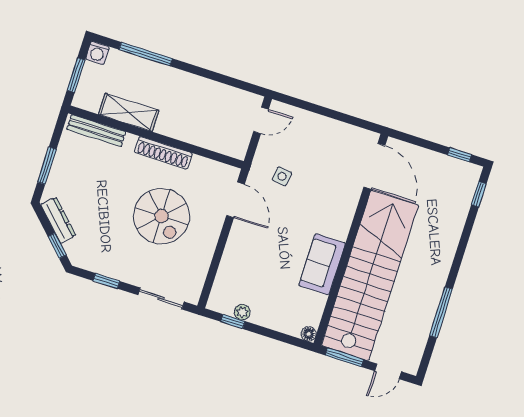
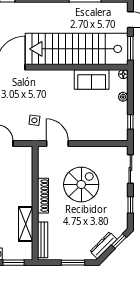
door: (235, 200) -> (57, 143), hinge flipped
sofa: (322, 264) -> (92, 80), moved
plant: (242, 312) -> (123, 97), moved

